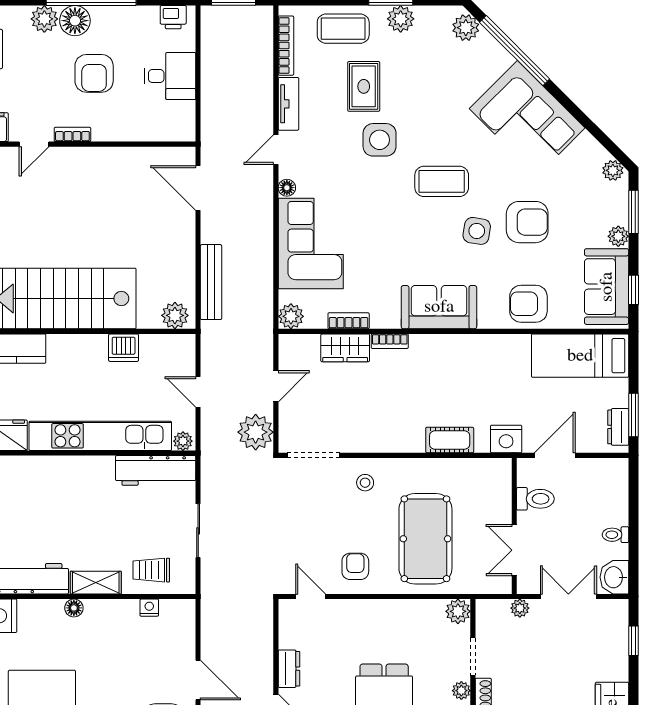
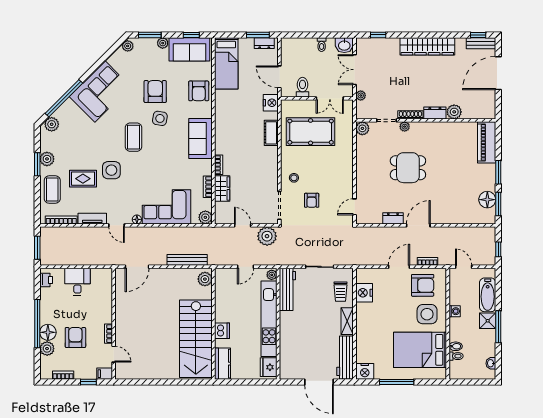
armchair: (94, 73) -> (75, 337), moved, turned -90
dishwasher: (124, 348) -> (222, 331), moved
pool table: (425, 539) -> (311, 132), moved
armchair: (355, 566) -> (312, 200), moved, turned -90
floor lamp: (74, 608) -> (361, 333), removed
nightstand: (149, 608) -> (364, 293), width x1.89, depth x1.79

